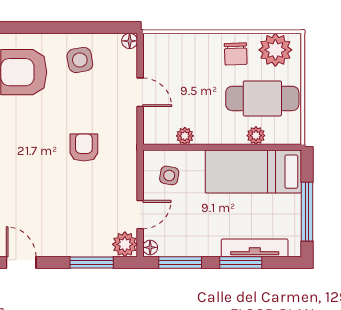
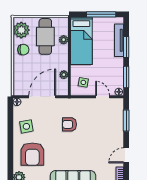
door: (140, 92) -> (42, 97), width x1.87
plant: (125, 244) -> (117, 104), removed

